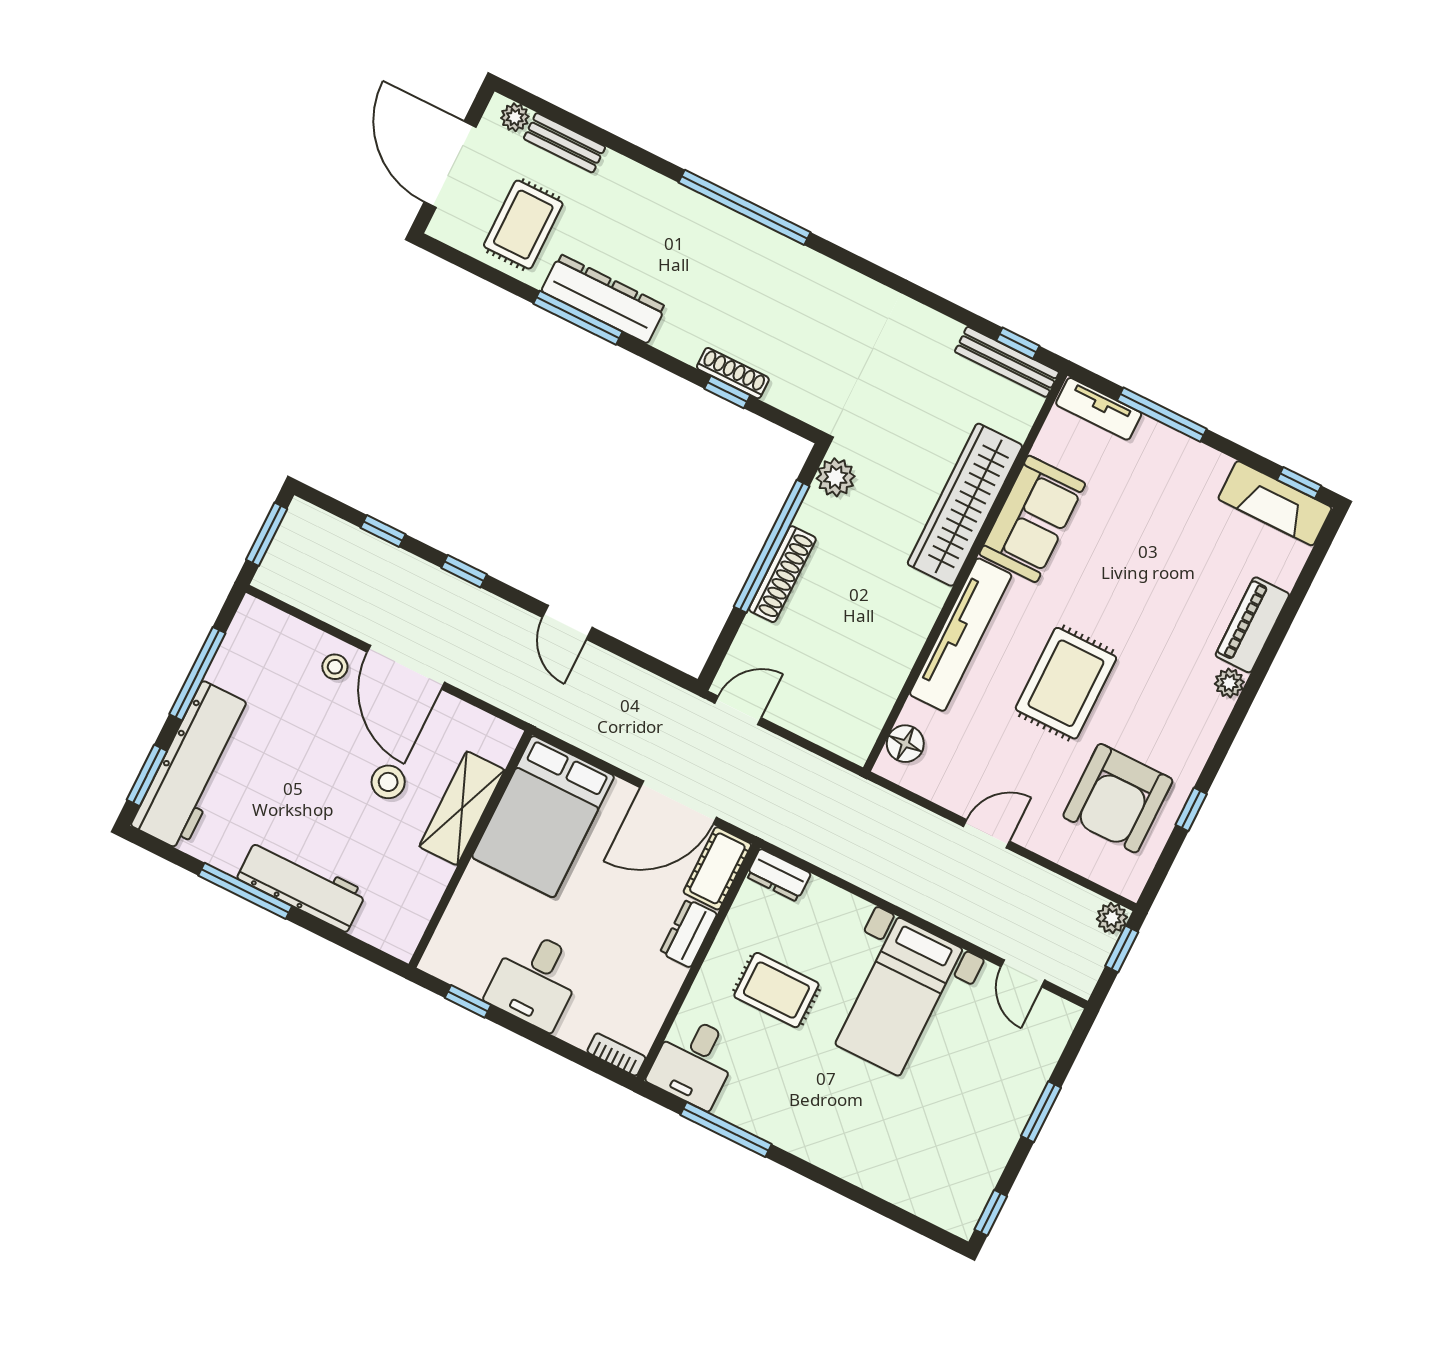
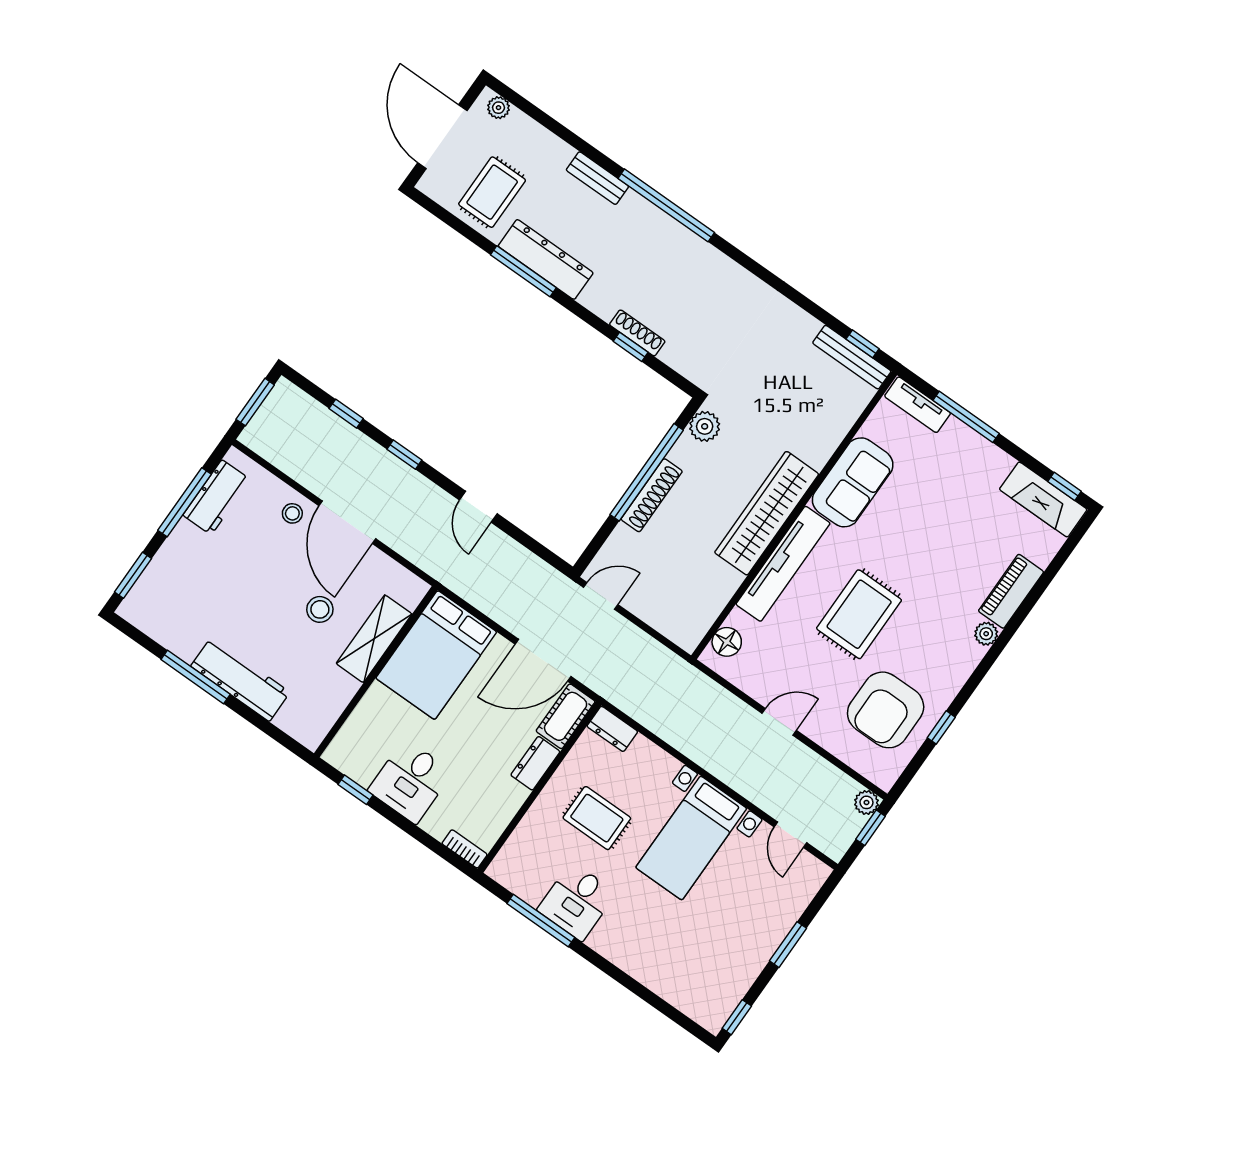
bench: (565, 143) -> (597, 178), moved
wardrobe: (965, 505) -> (767, 513), moved
workbench: (193, 766) -> (217, 497), moved, width x0.53, depth x0.76
desk: (694, 1062) -> (577, 901), moved

